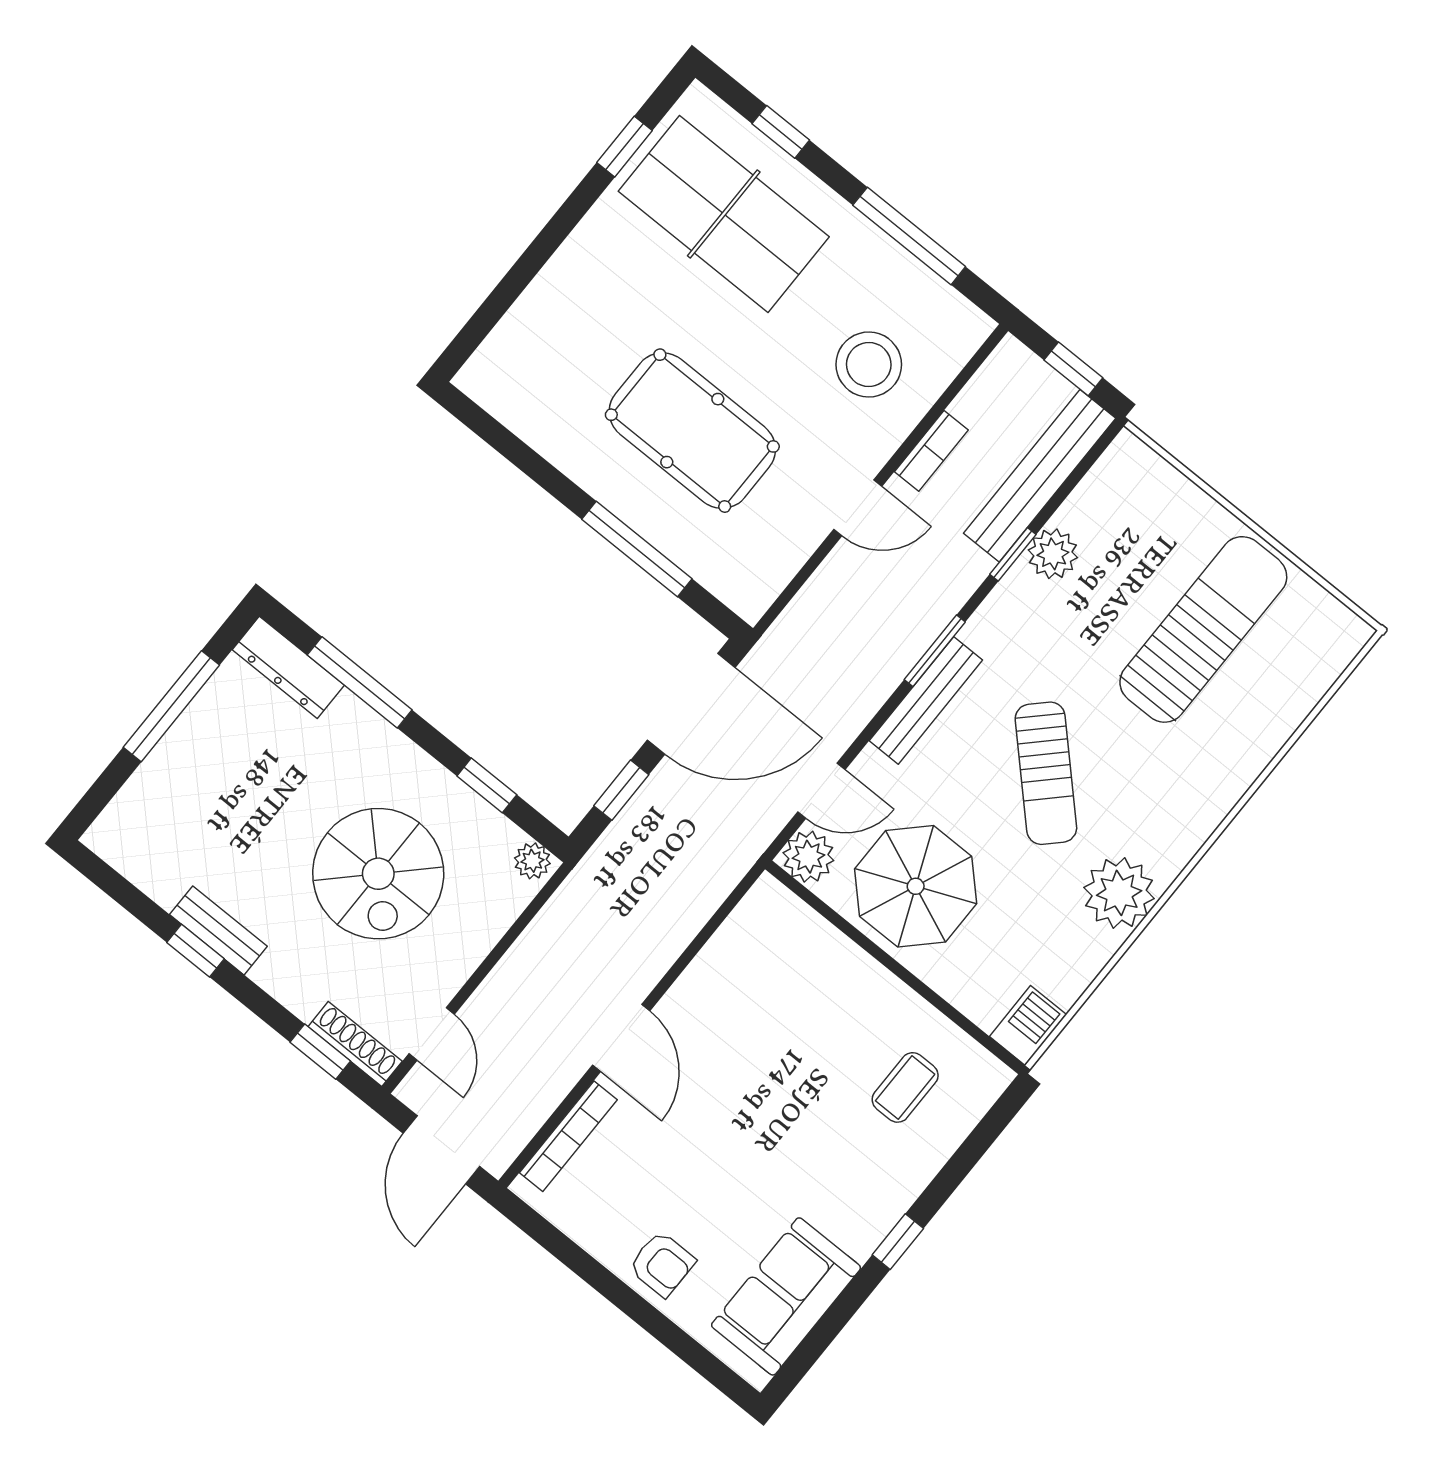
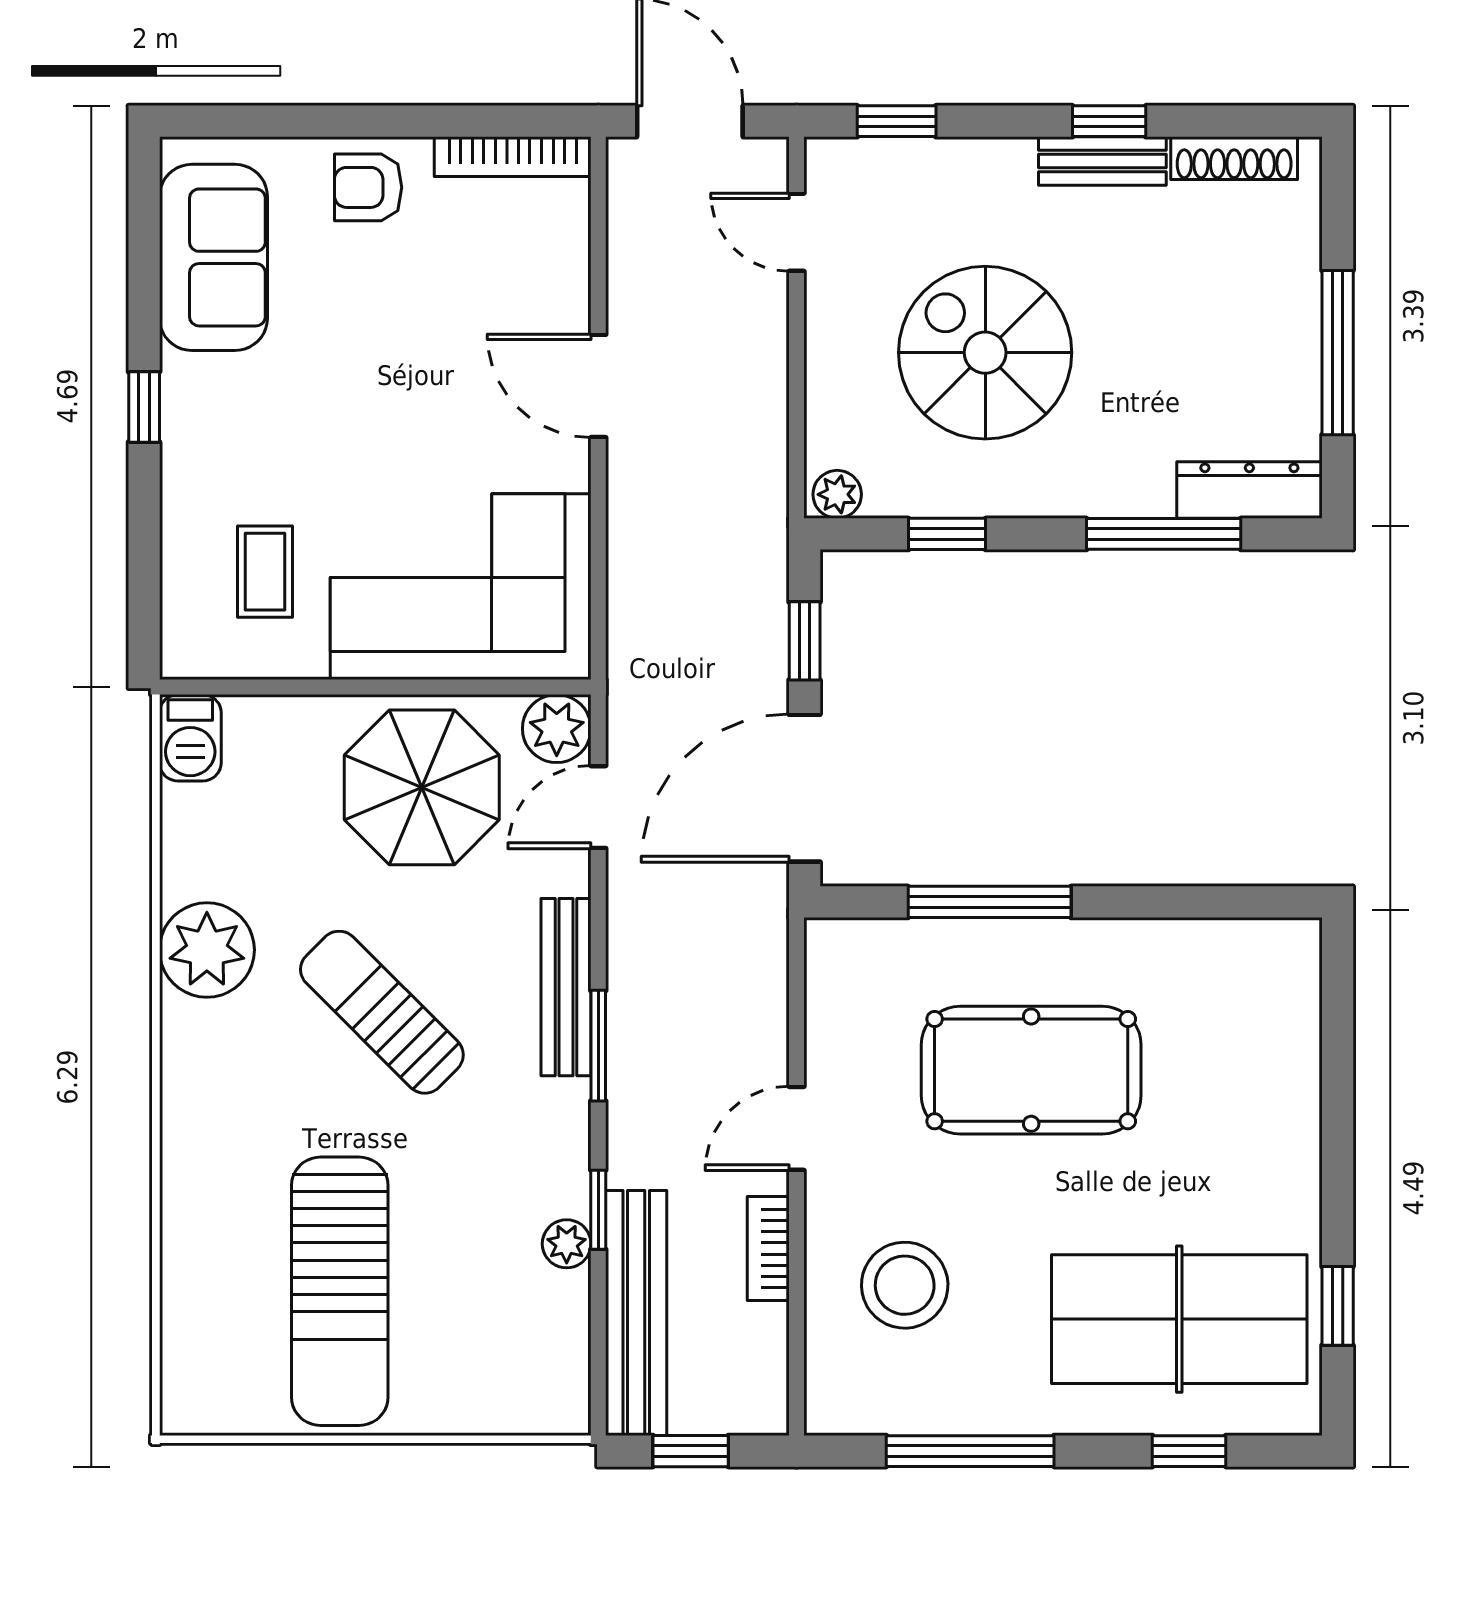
plant: (1053, 554) -> (567, 1244), width x0.73, depth x0.73
corner sofa: (797, 986) -> (461, 587), added
shoe rack: (355, 1044) -> (1234, 158), moved
bookcase: (568, 1136) -> (513, 157), moved, turned -90

